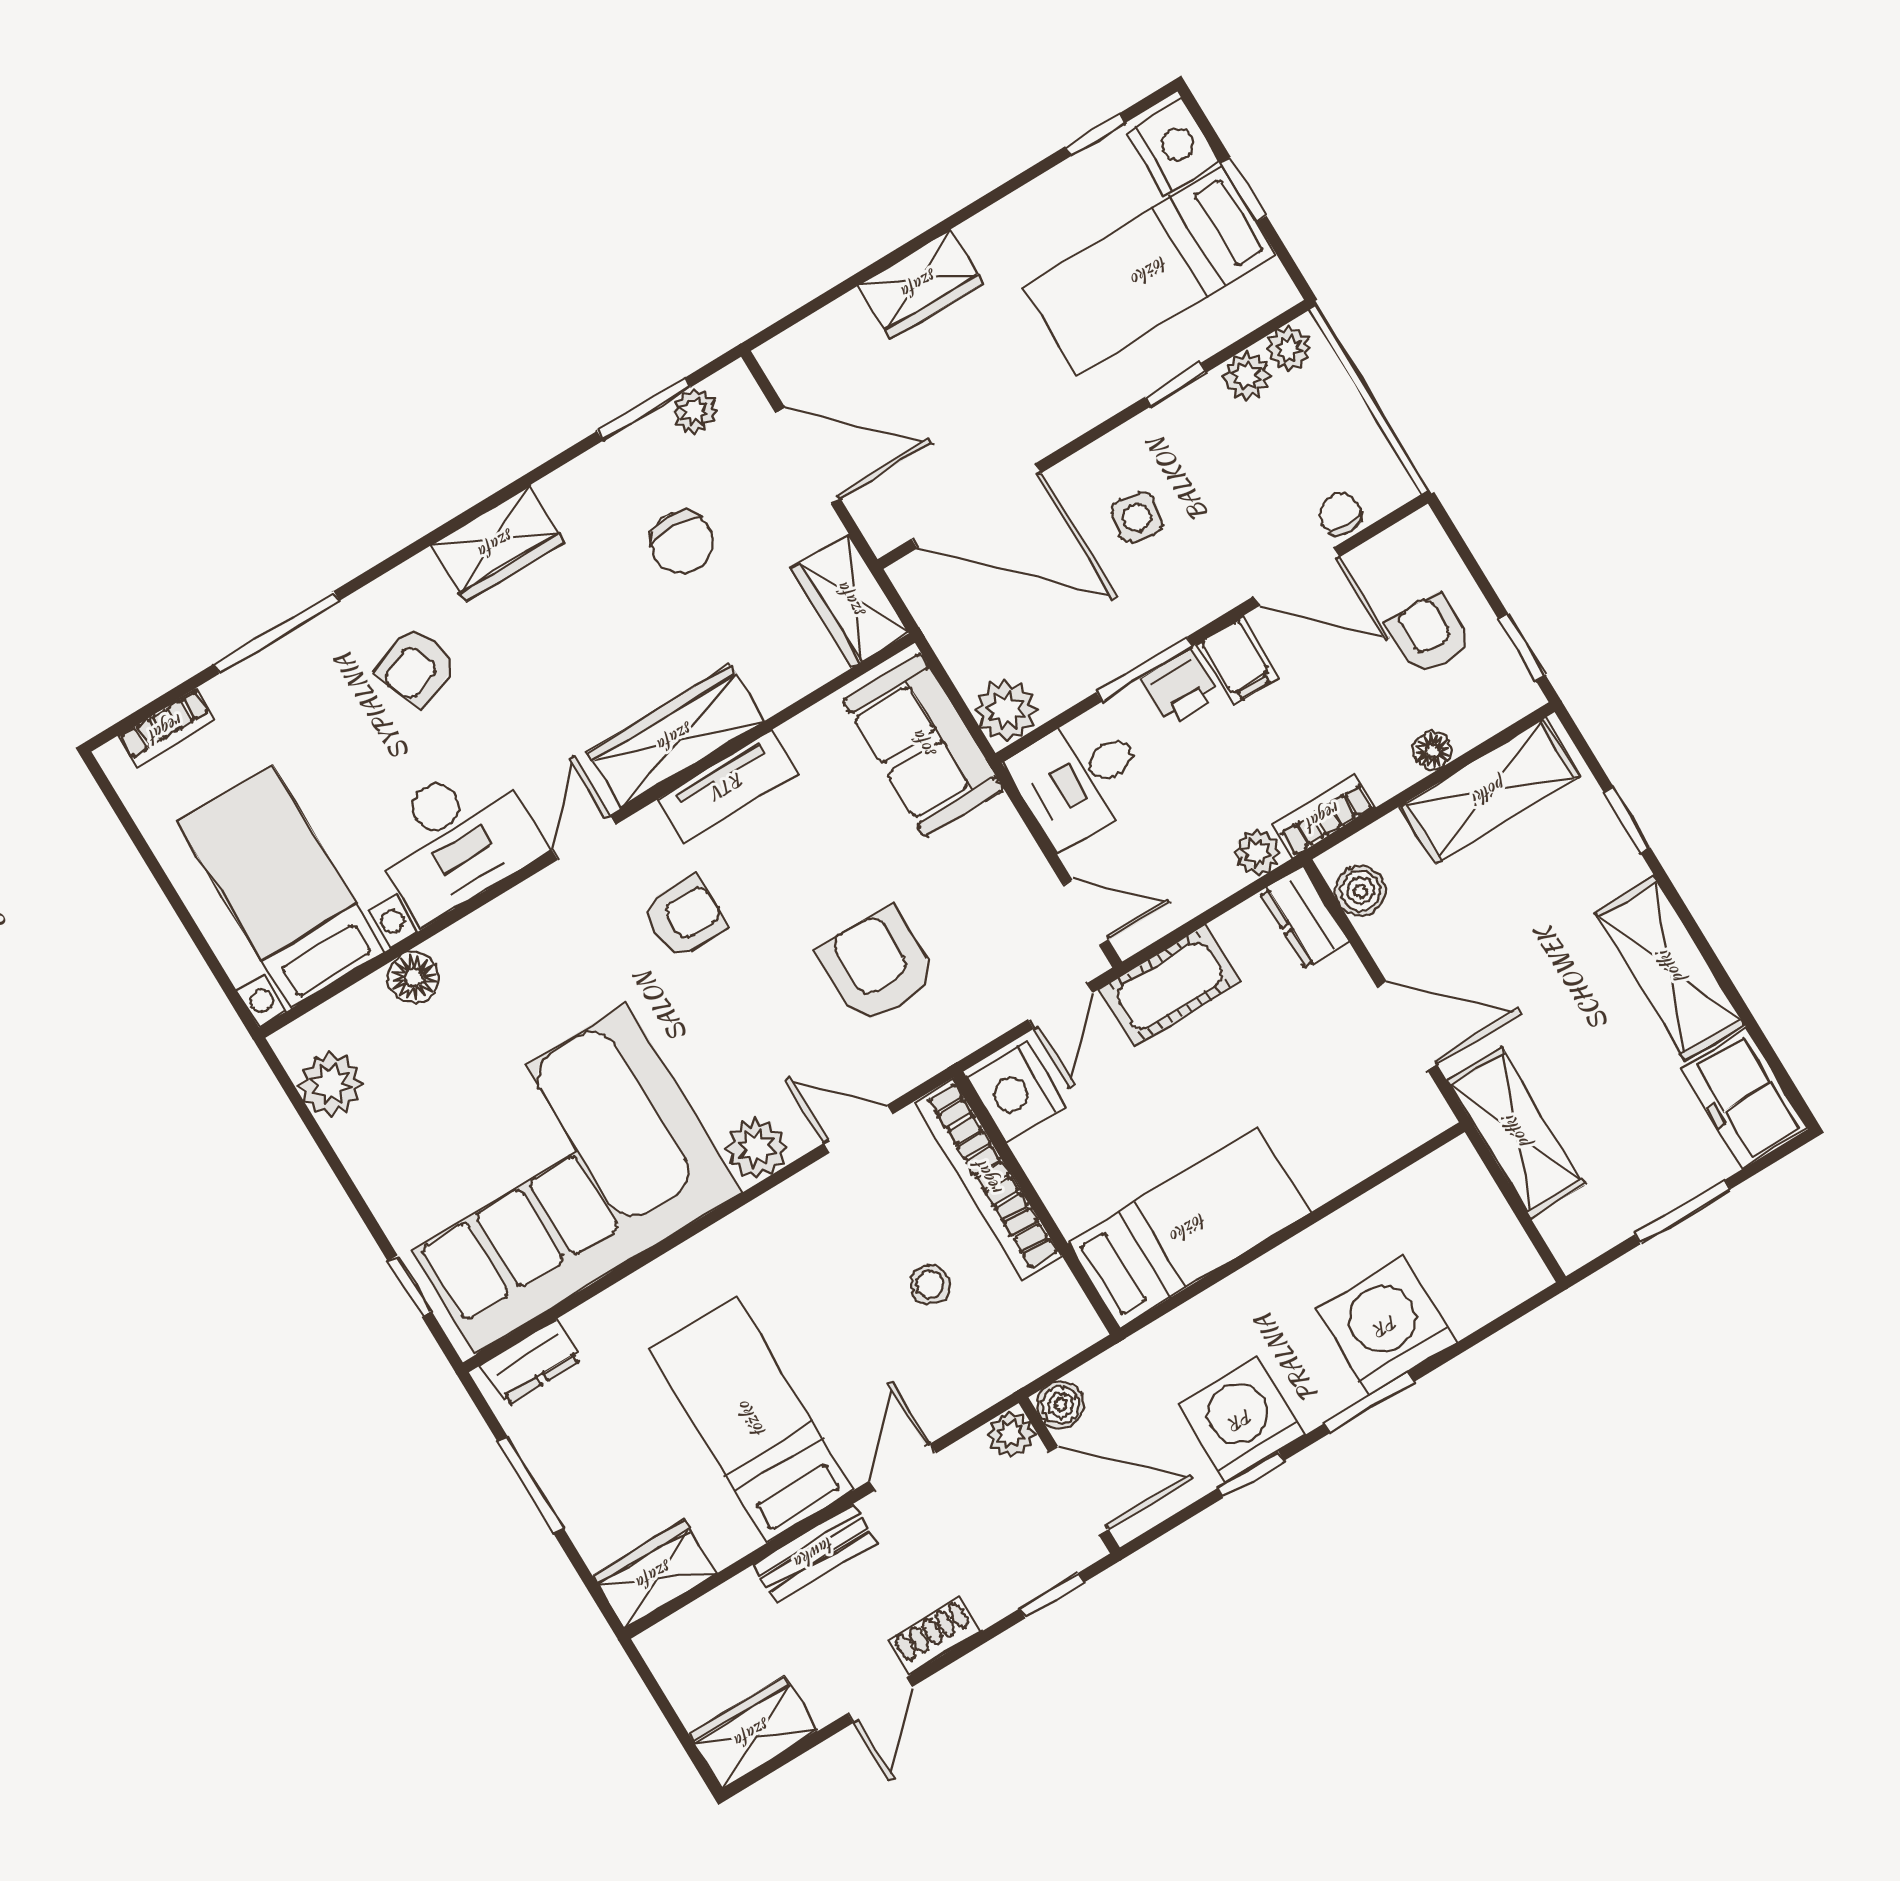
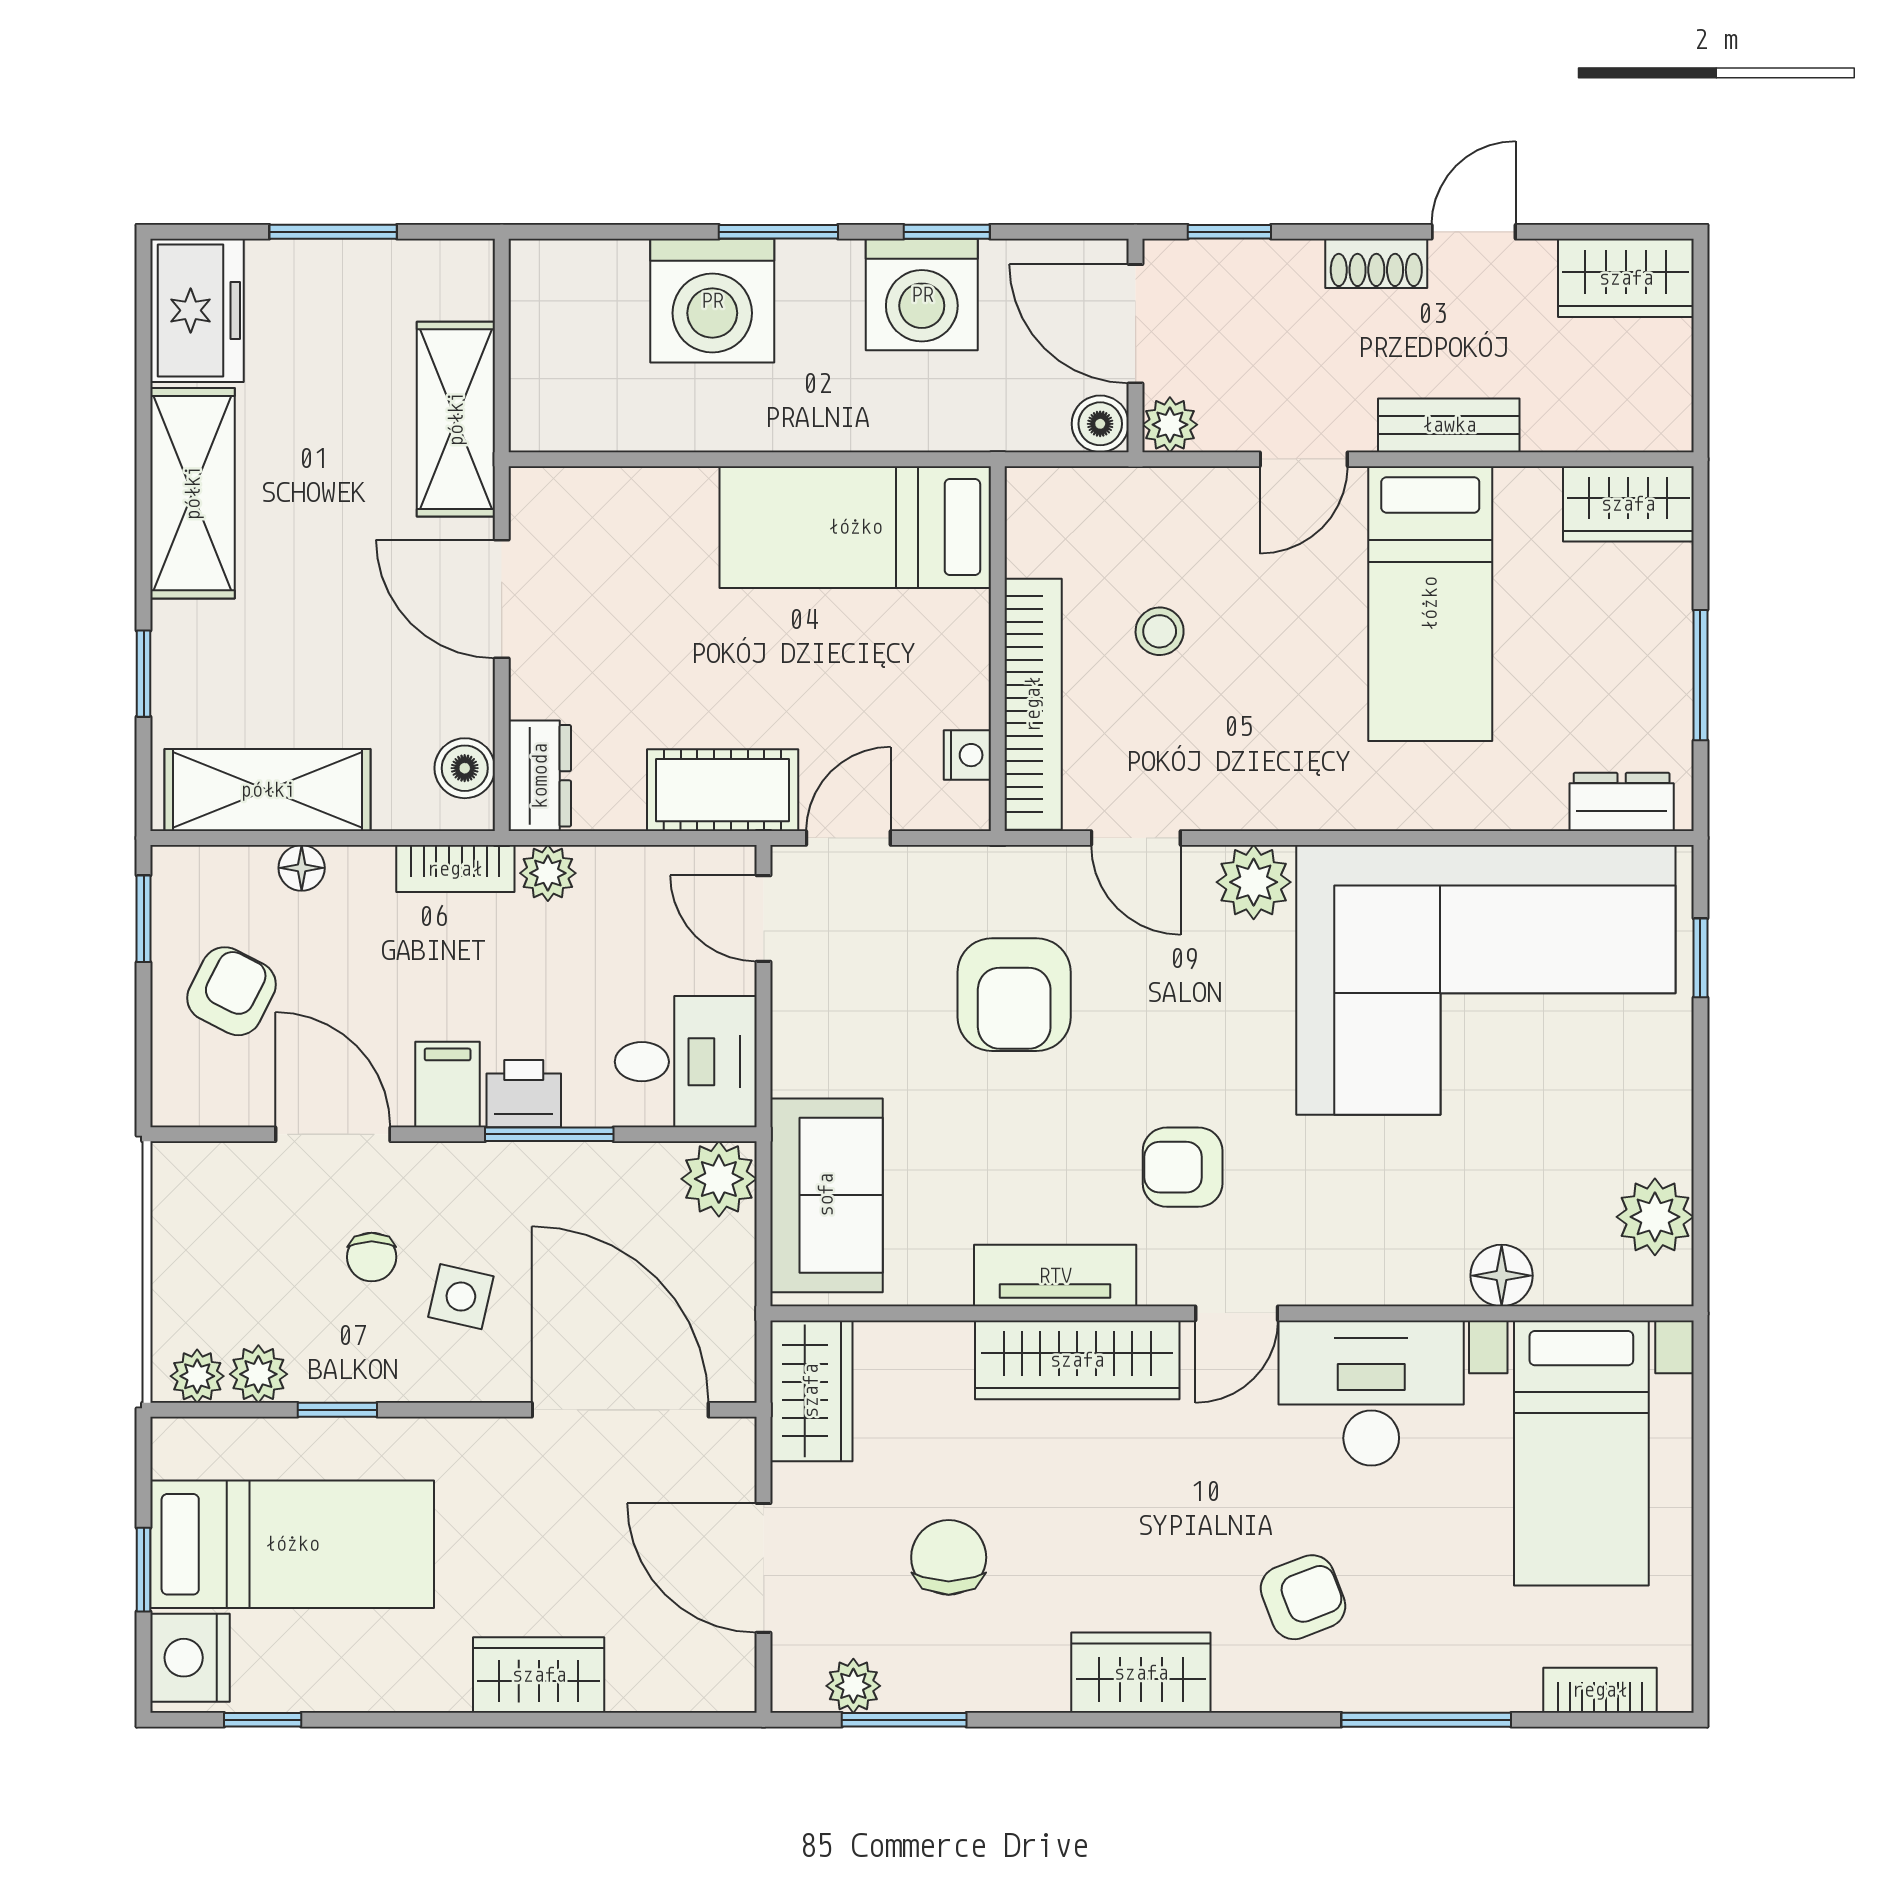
chair: (1340, 514) -> (372, 1257), moved
armchair: (1429, 634) -> (232, 991), turned -153
nightstand: (1016, 1091) -> (967, 755), width x0.53, depth x0.56

